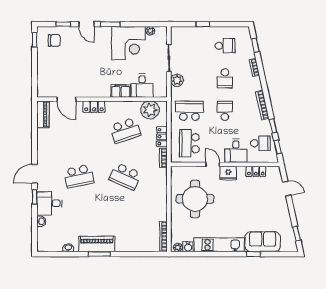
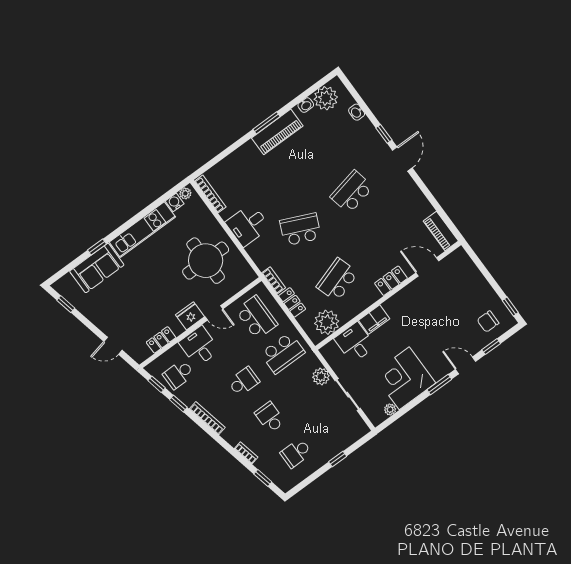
school desk: (225, 111) -> (244, 382), turned -90
desk: (49, 203) -> (248, 225), moved, turned 180
plant: (53, 243) -> (326, 98), added

